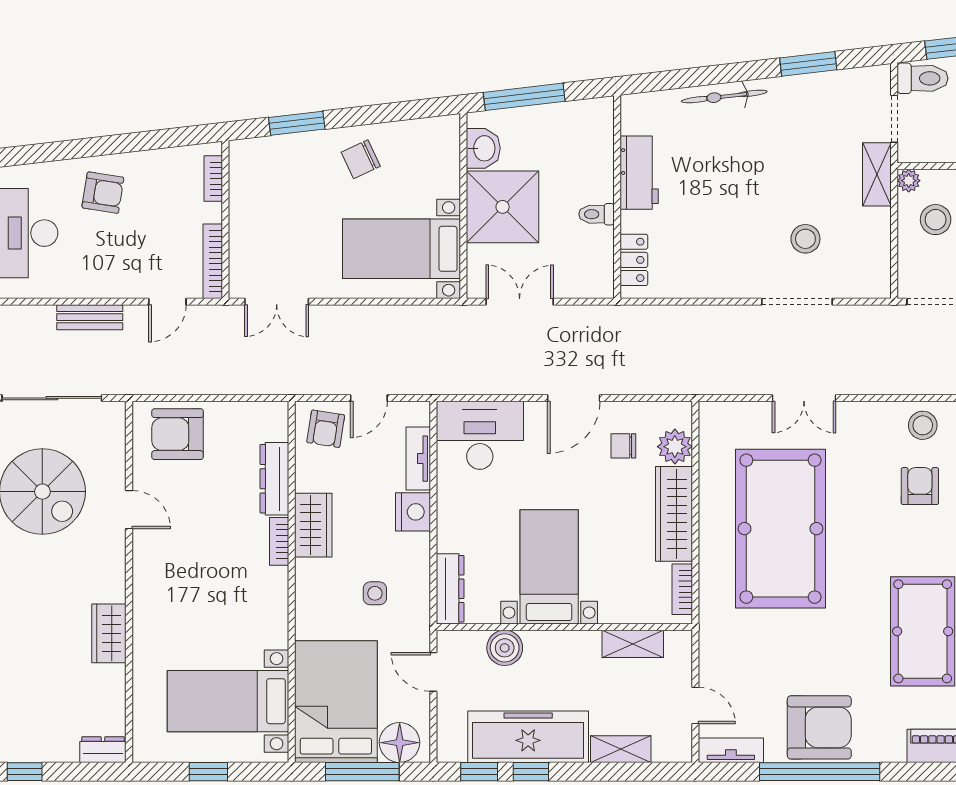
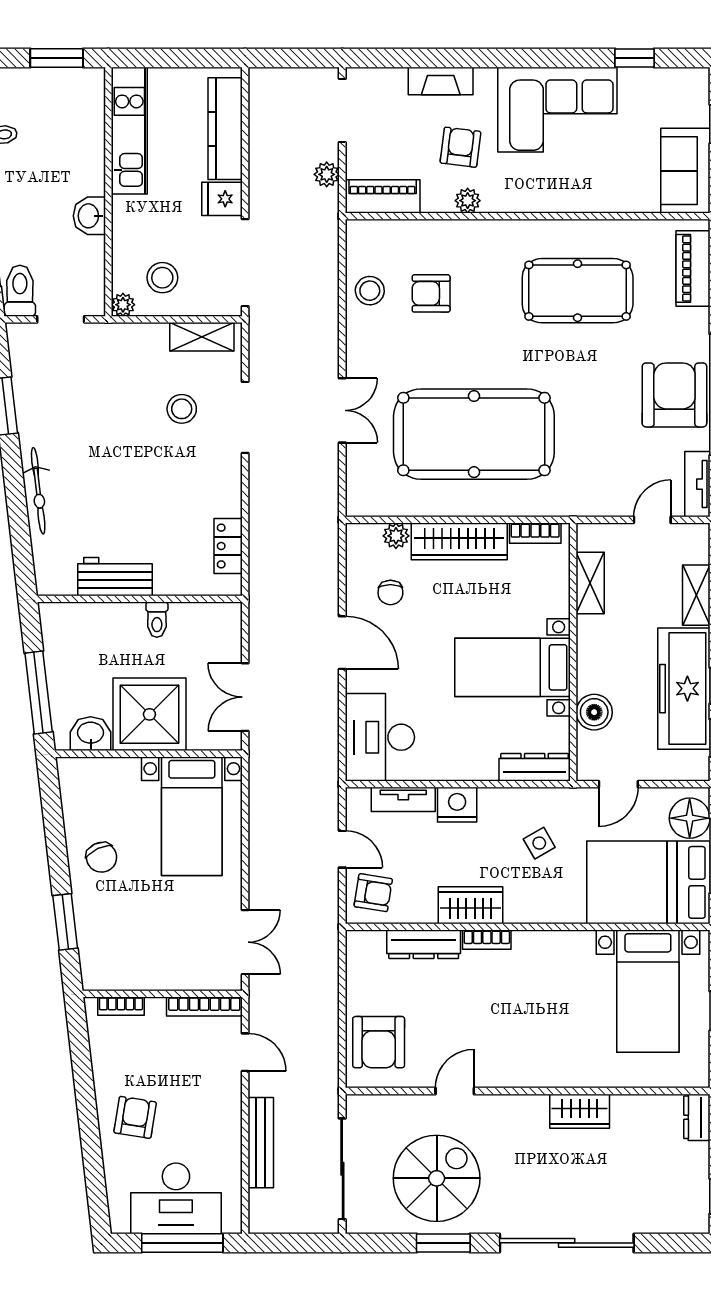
shelving: (877, 174) -> (202, 337), moved
locker: (634, 260) -> (228, 546), moved, turned -90
bench: (90, 317) -> (261, 1143), width x1.36
plant: (675, 447) -> (396, 536), width x0.73, depth x0.73
side table: (375, 593) -> (539, 843), turned -30

